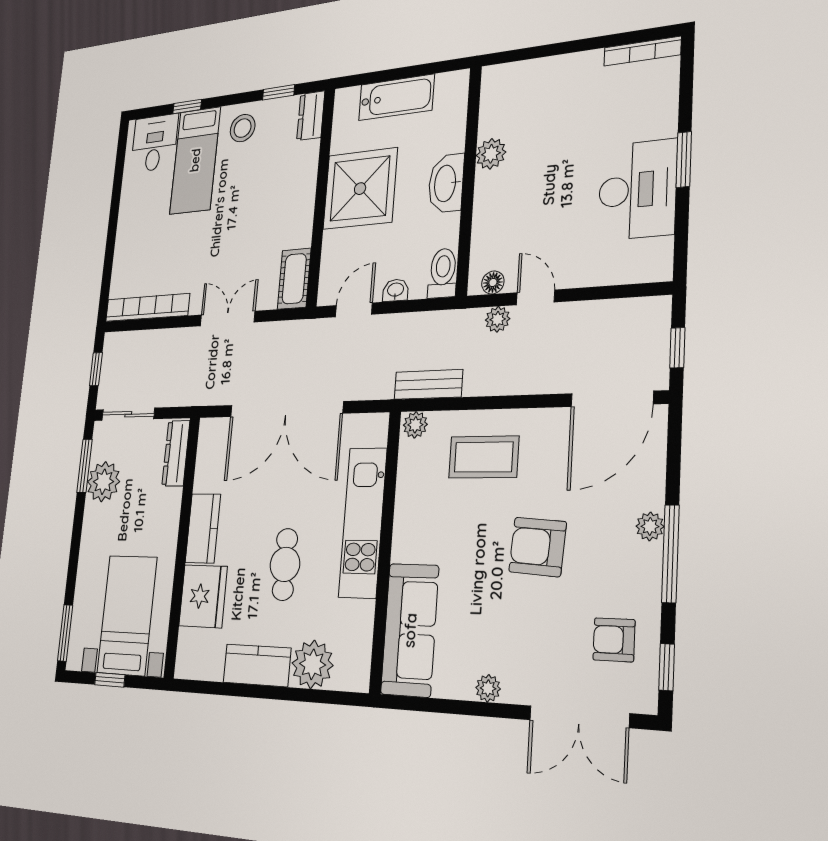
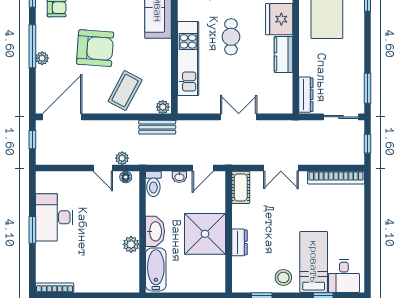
bathtub: (396, 97) -> (156, 269), moved, turned 90
dresser: (311, 116) -> (239, 242), moved
double door: (286, 409) -> (239, 117), width x0.54
coffee table: (484, 457) -> (125, 91), turned -62
plant: (103, 482) -> (353, 79), removed
armchair: (538, 547) -> (95, 48), width x1.36, depth x1.36

